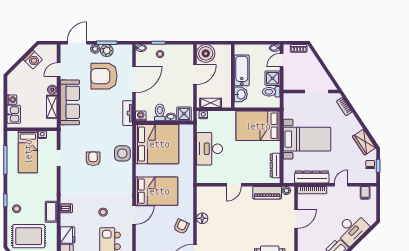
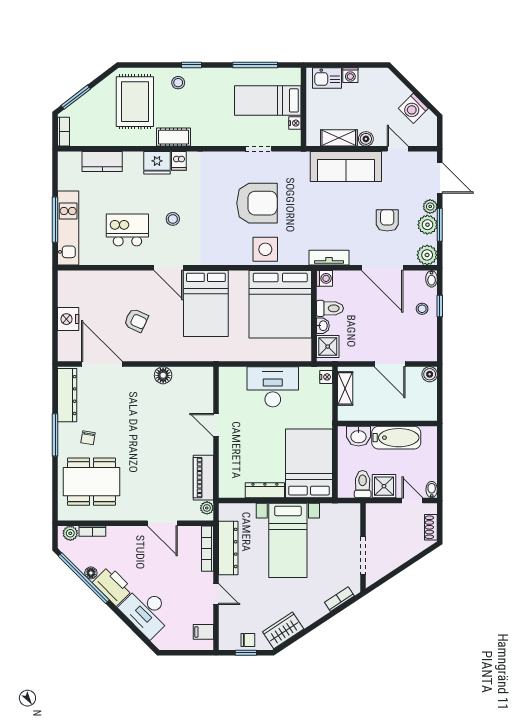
plant: (126, 51) -> (427, 255), added
boiler: (206, 53) -> (430, 374), width x0.54, depth x0.54
armchair: (104, 76) -> (387, 220), width x0.53, depth x0.53
armchair: (93, 159) -> (257, 203), width x1.88, depth x1.88
dresser: (275, 165) -> (265, 490), moved
armchair: (181, 227) -> (136, 320), moved
fridge: (67, 235) -> (157, 163), moved

